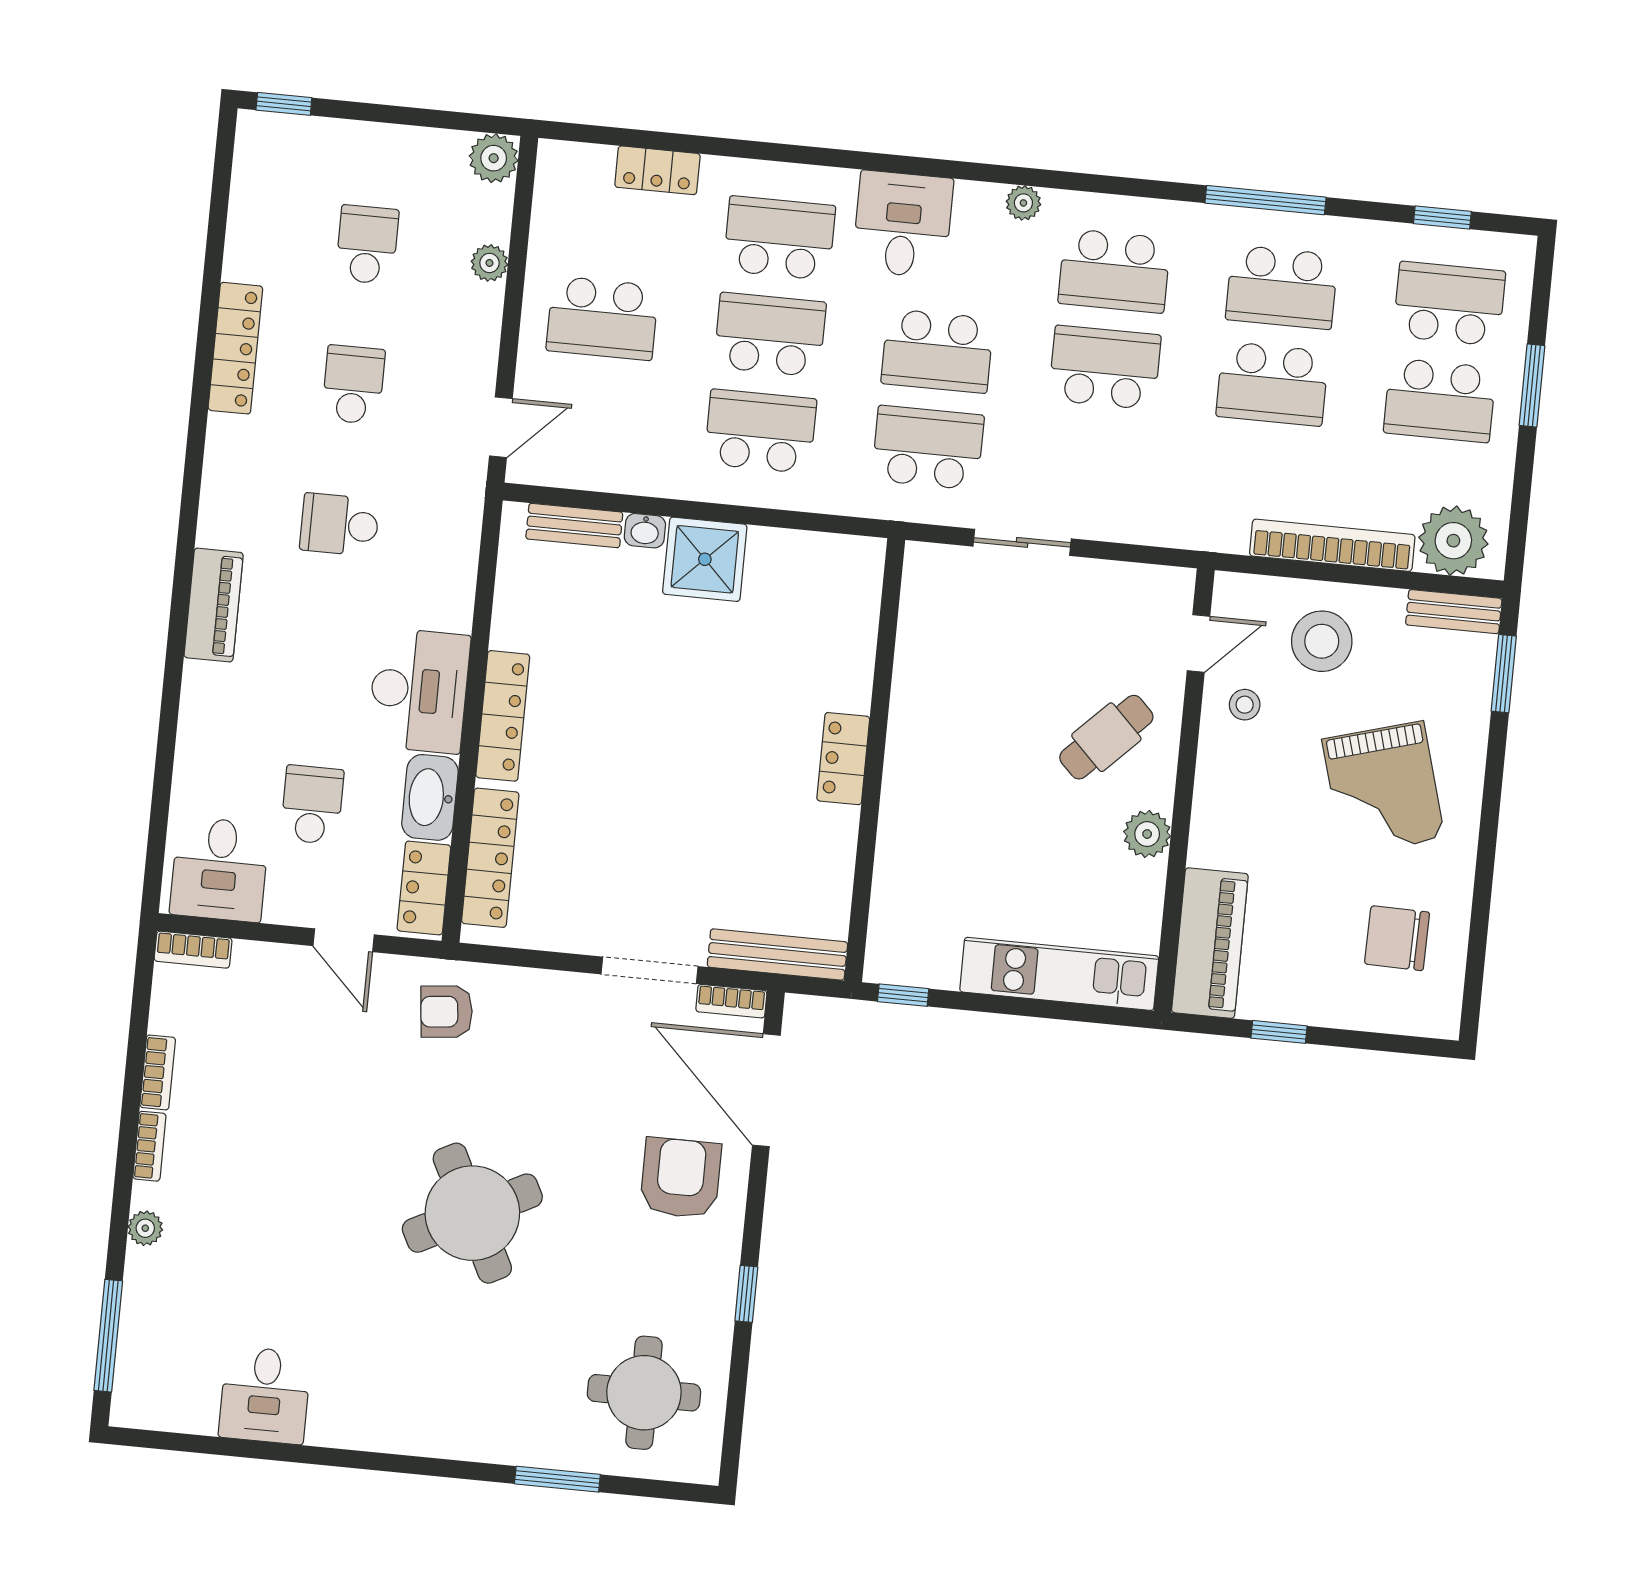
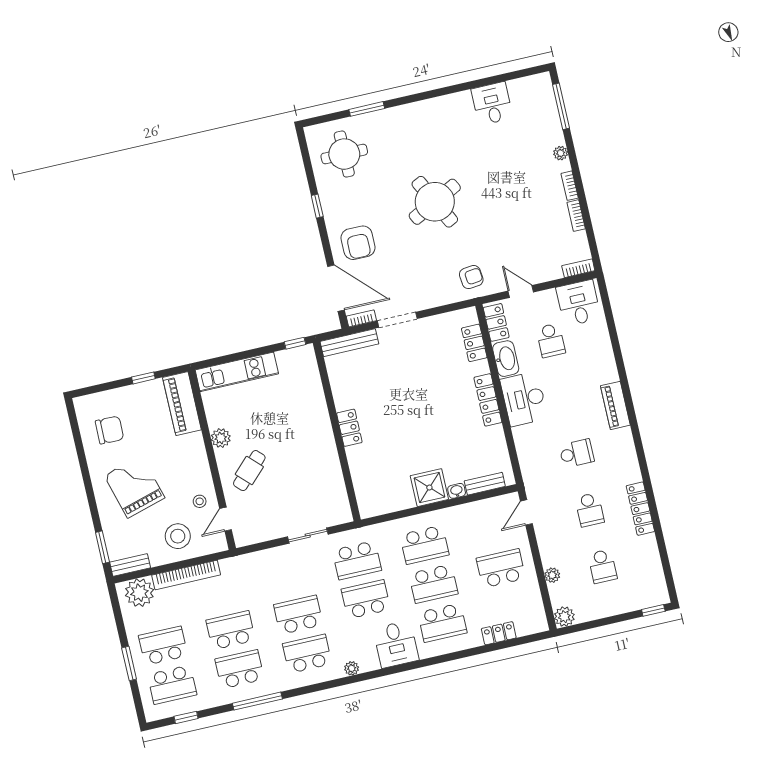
school desk: (1105, 367) -> (298, 615), turned 180
locker: (490, 858) -> (474, 343), width x0.66

